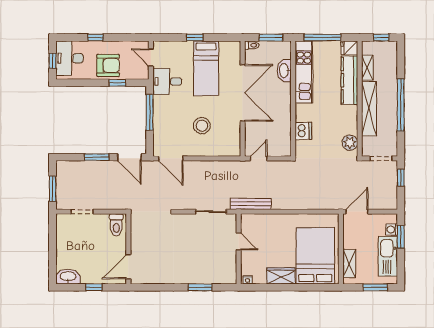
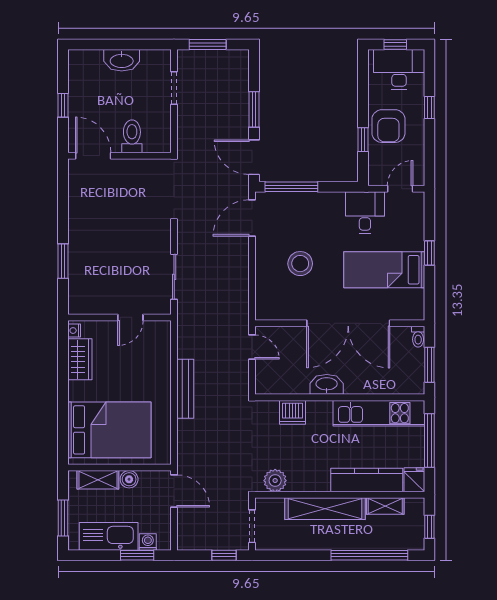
washbasin: (284, 71) -> (327, 384), moved
window: (401, 105) -> (369, 555), moved
window: (150, 112) -> (291, 187), moved
door: (129, 157) -> (254, 157), hinge flipped
bench: (251, 204) -> (185, 389), moved
toilet: (116, 225) -> (132, 136), moved, turned 90
boiler: (349, 242) -> (129, 479), added
wardrobe: (281, 276) -> (80, 359), moved
washbasin: (68, 277) -> (122, 60), moved, turned 90

